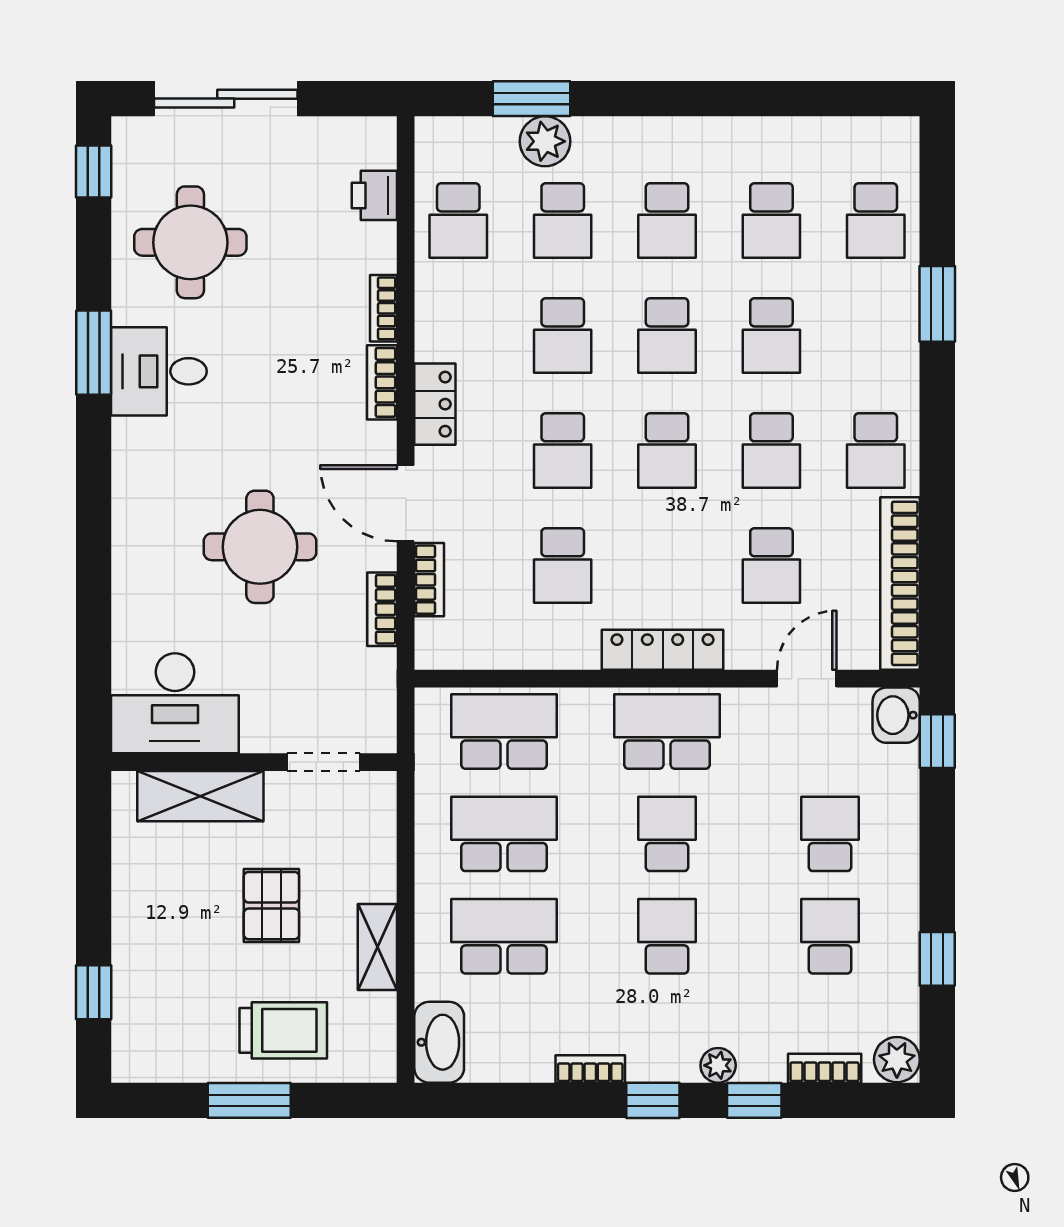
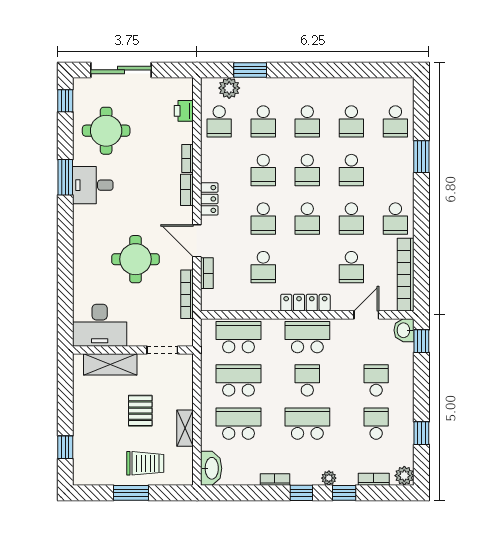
plant: (545, 141) -> (229, 88), moved
bookcase: (382, 609) -> (187, 294), width x1.56
school desk: (667, 936) -> (307, 424), width x1.85

